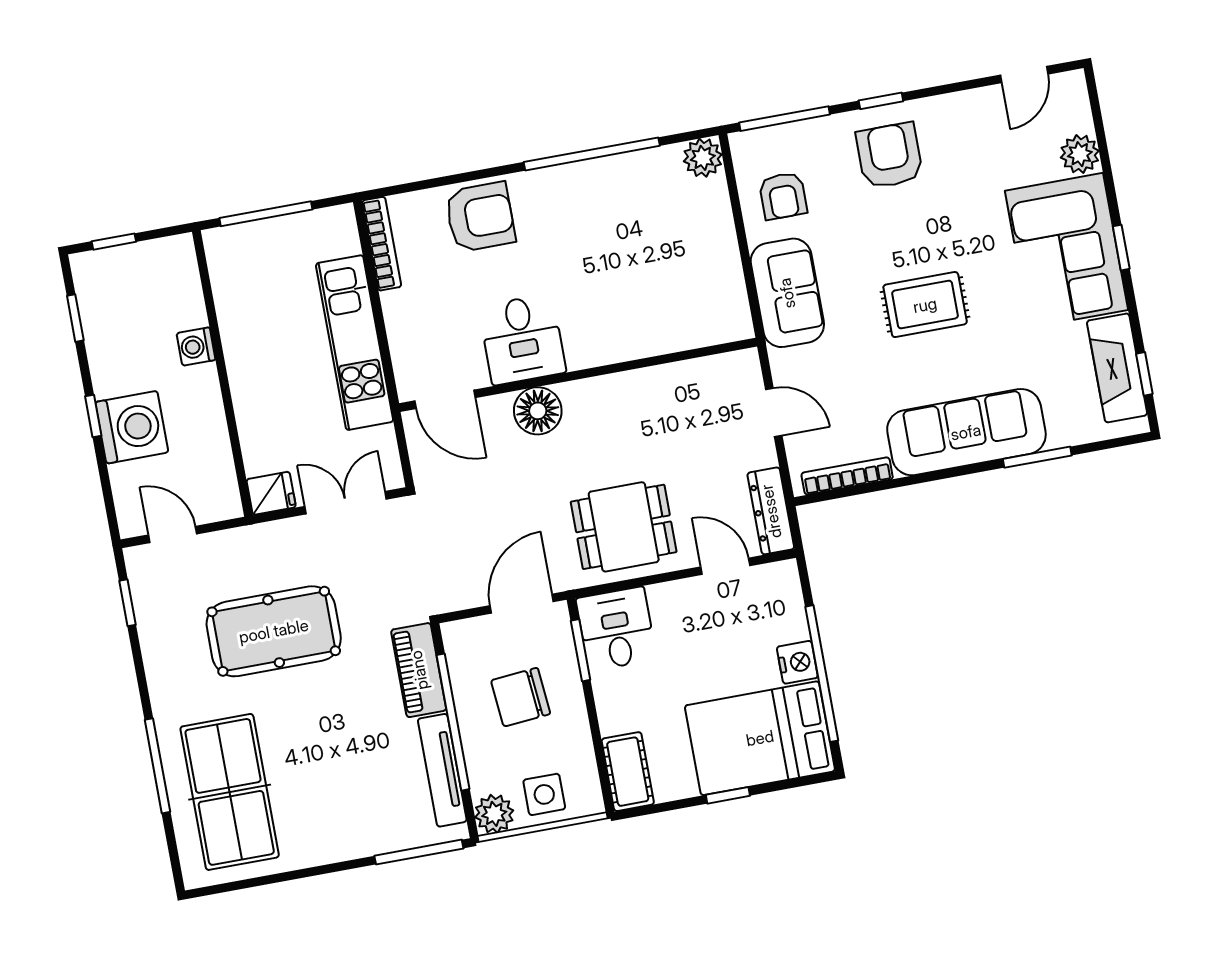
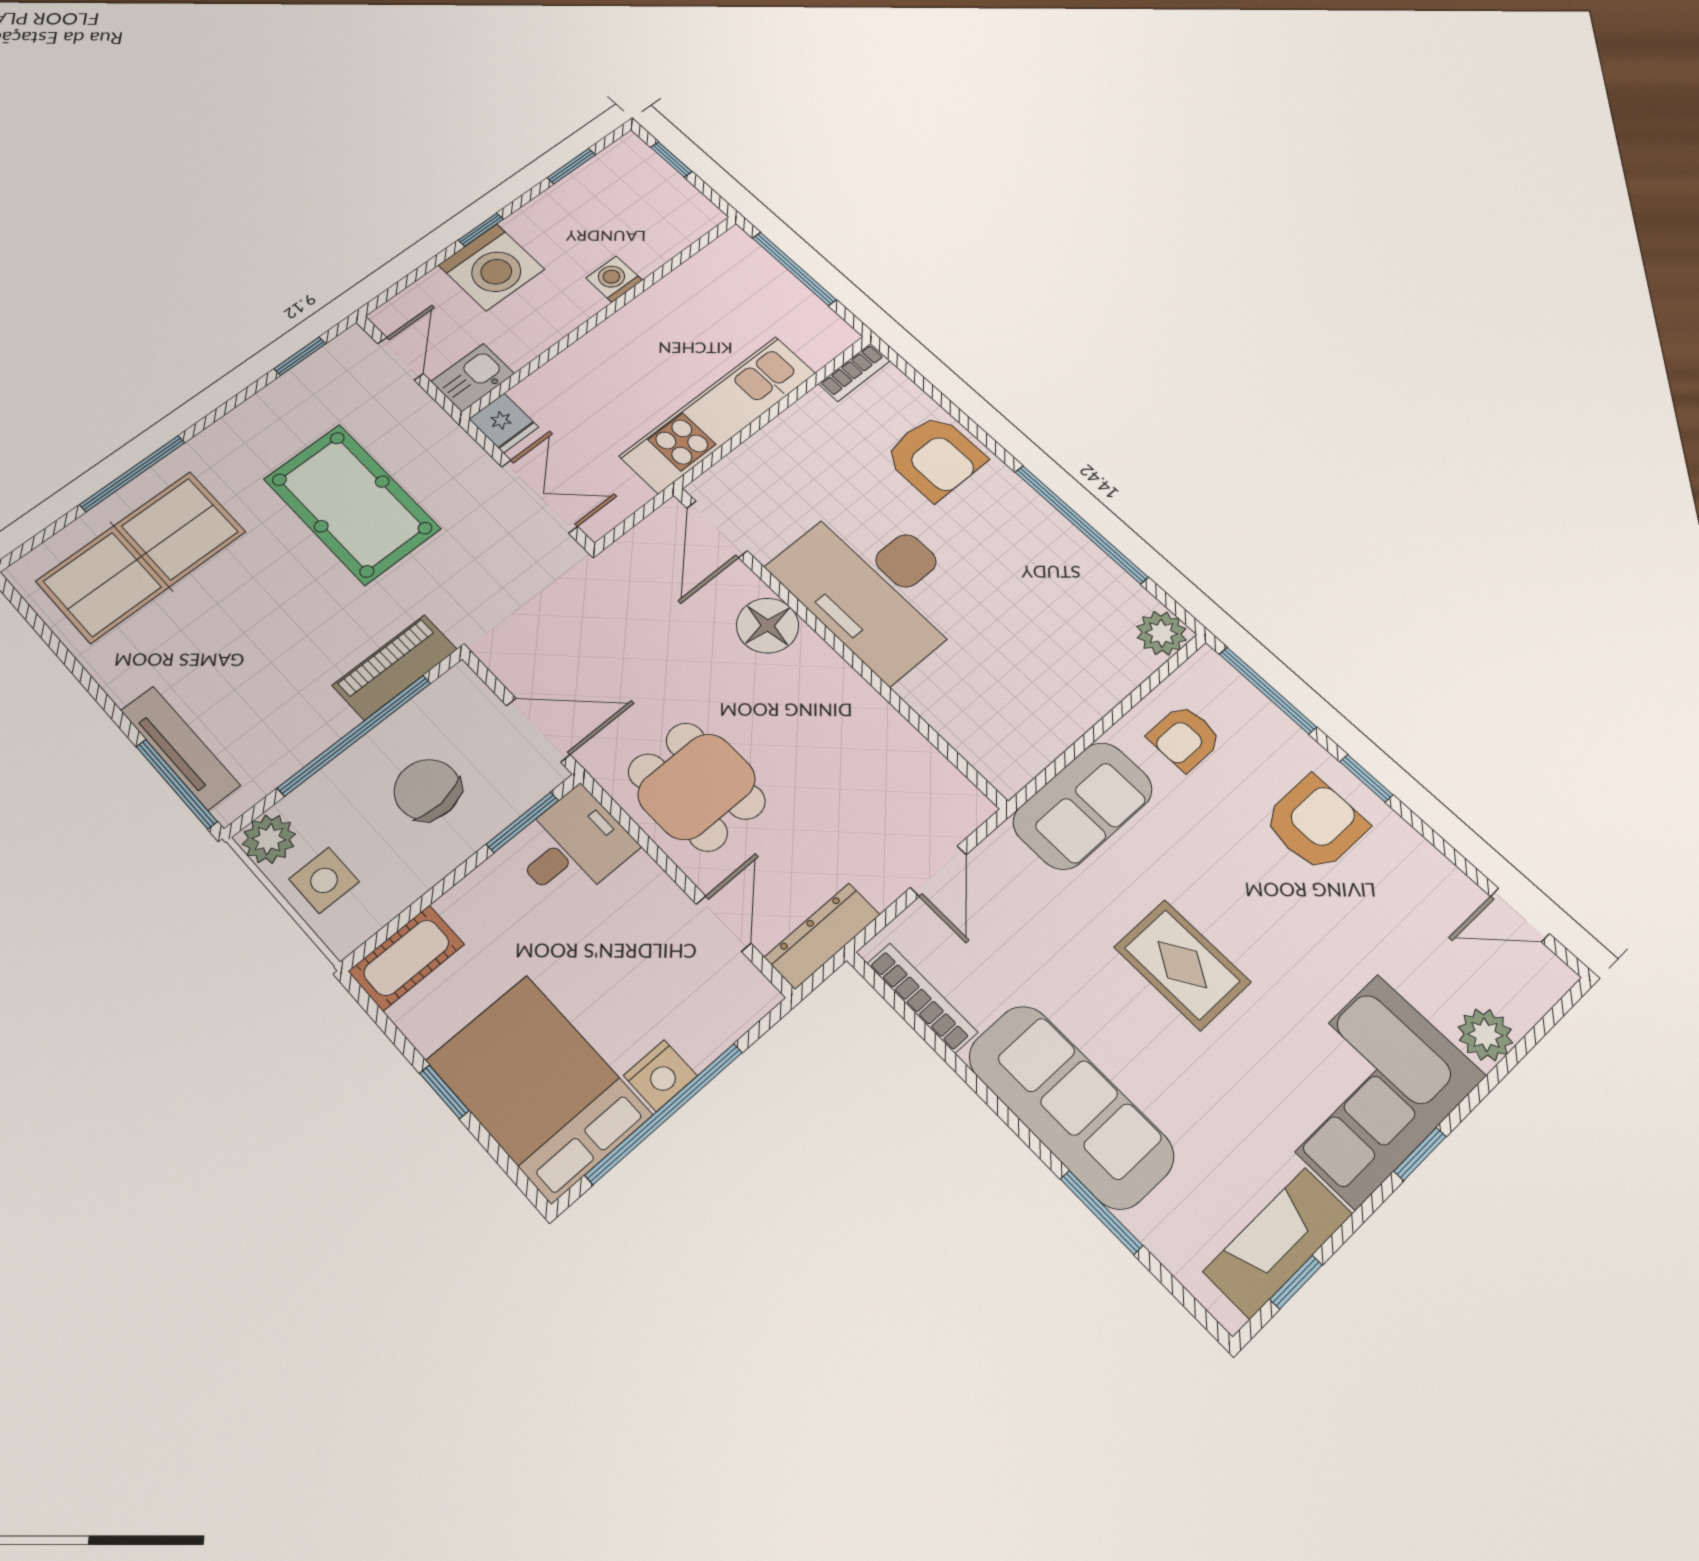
bookcase: (382, 244) -> (854, 372), width x0.64
desk: (522, 339) -> (876, 586), width x1.87, depth x1.30
kitchen sink: (220, 493) -> (473, 378), added
tv unit: (442, 770) -> (180, 748), moved, turned 90

